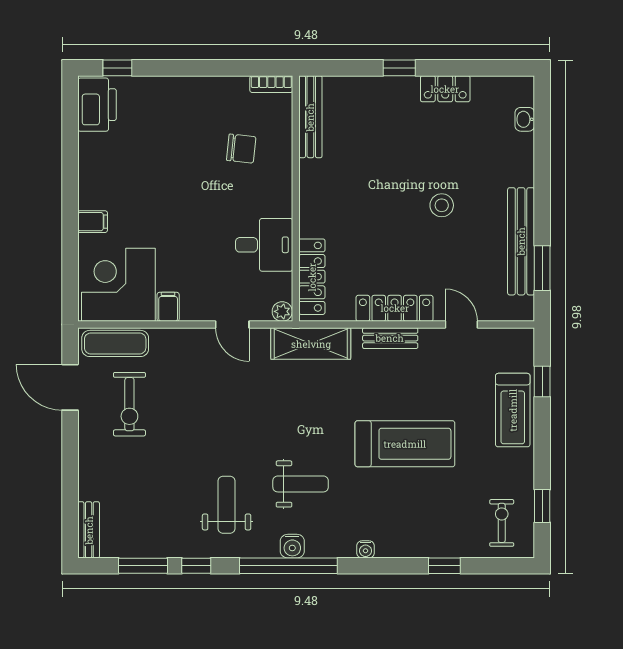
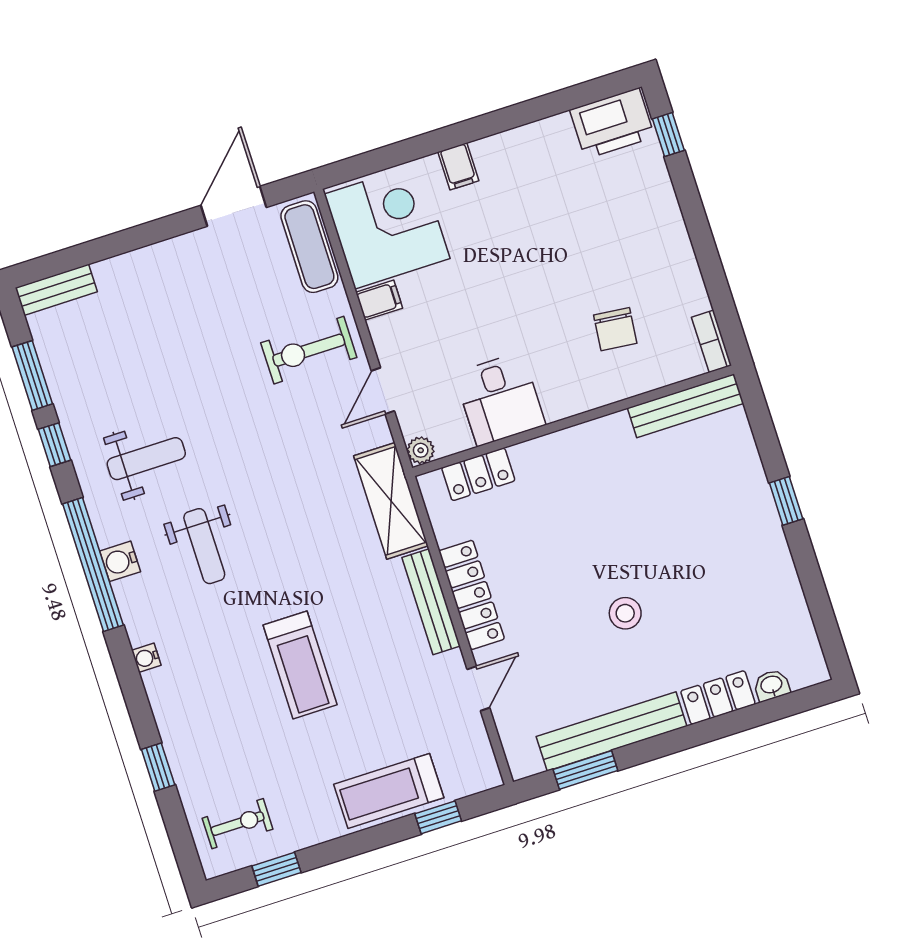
locker: (445, 89) -> (718, 698), moved, turned 90
locker: (312, 277) -> (478, 474), width x0.66
bench: (390, 338) -> (431, 602), width x1.36
exercise bike: (129, 404) -> (309, 350), moved
treadmill: (405, 444) -> (300, 665), width x0.73, depth x0.73

